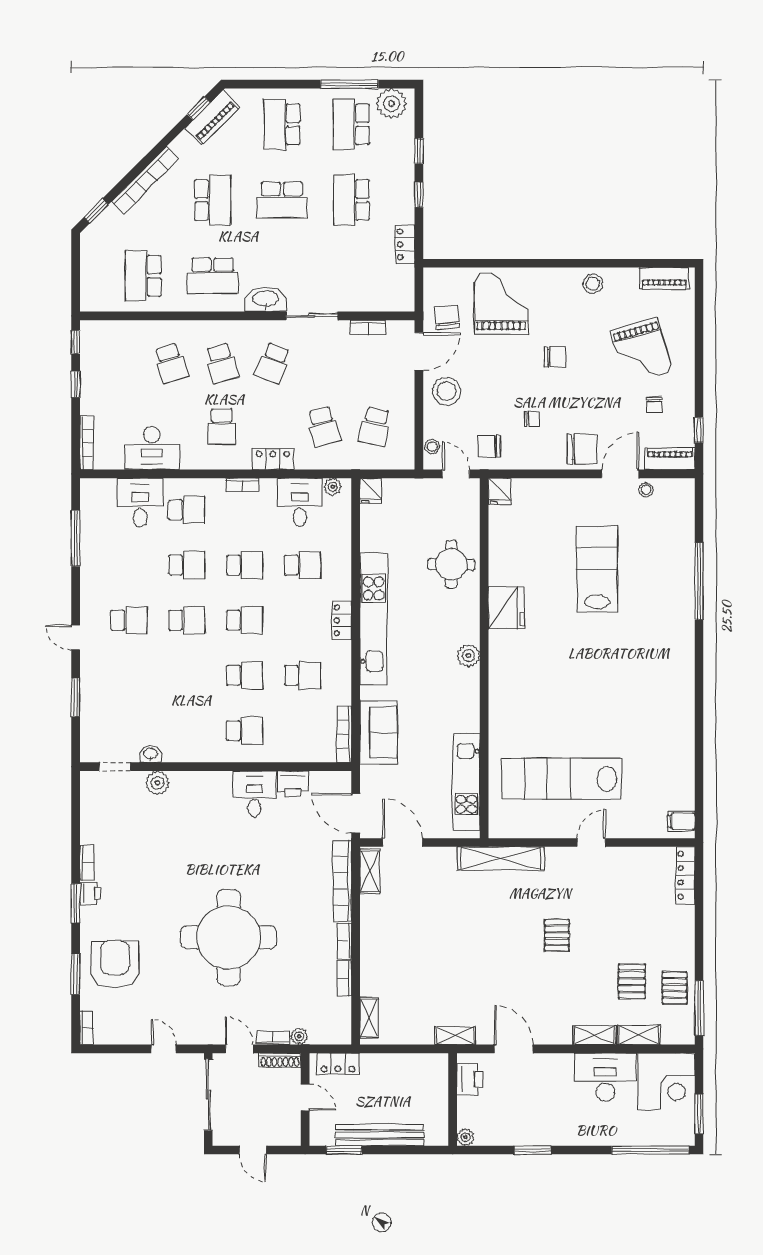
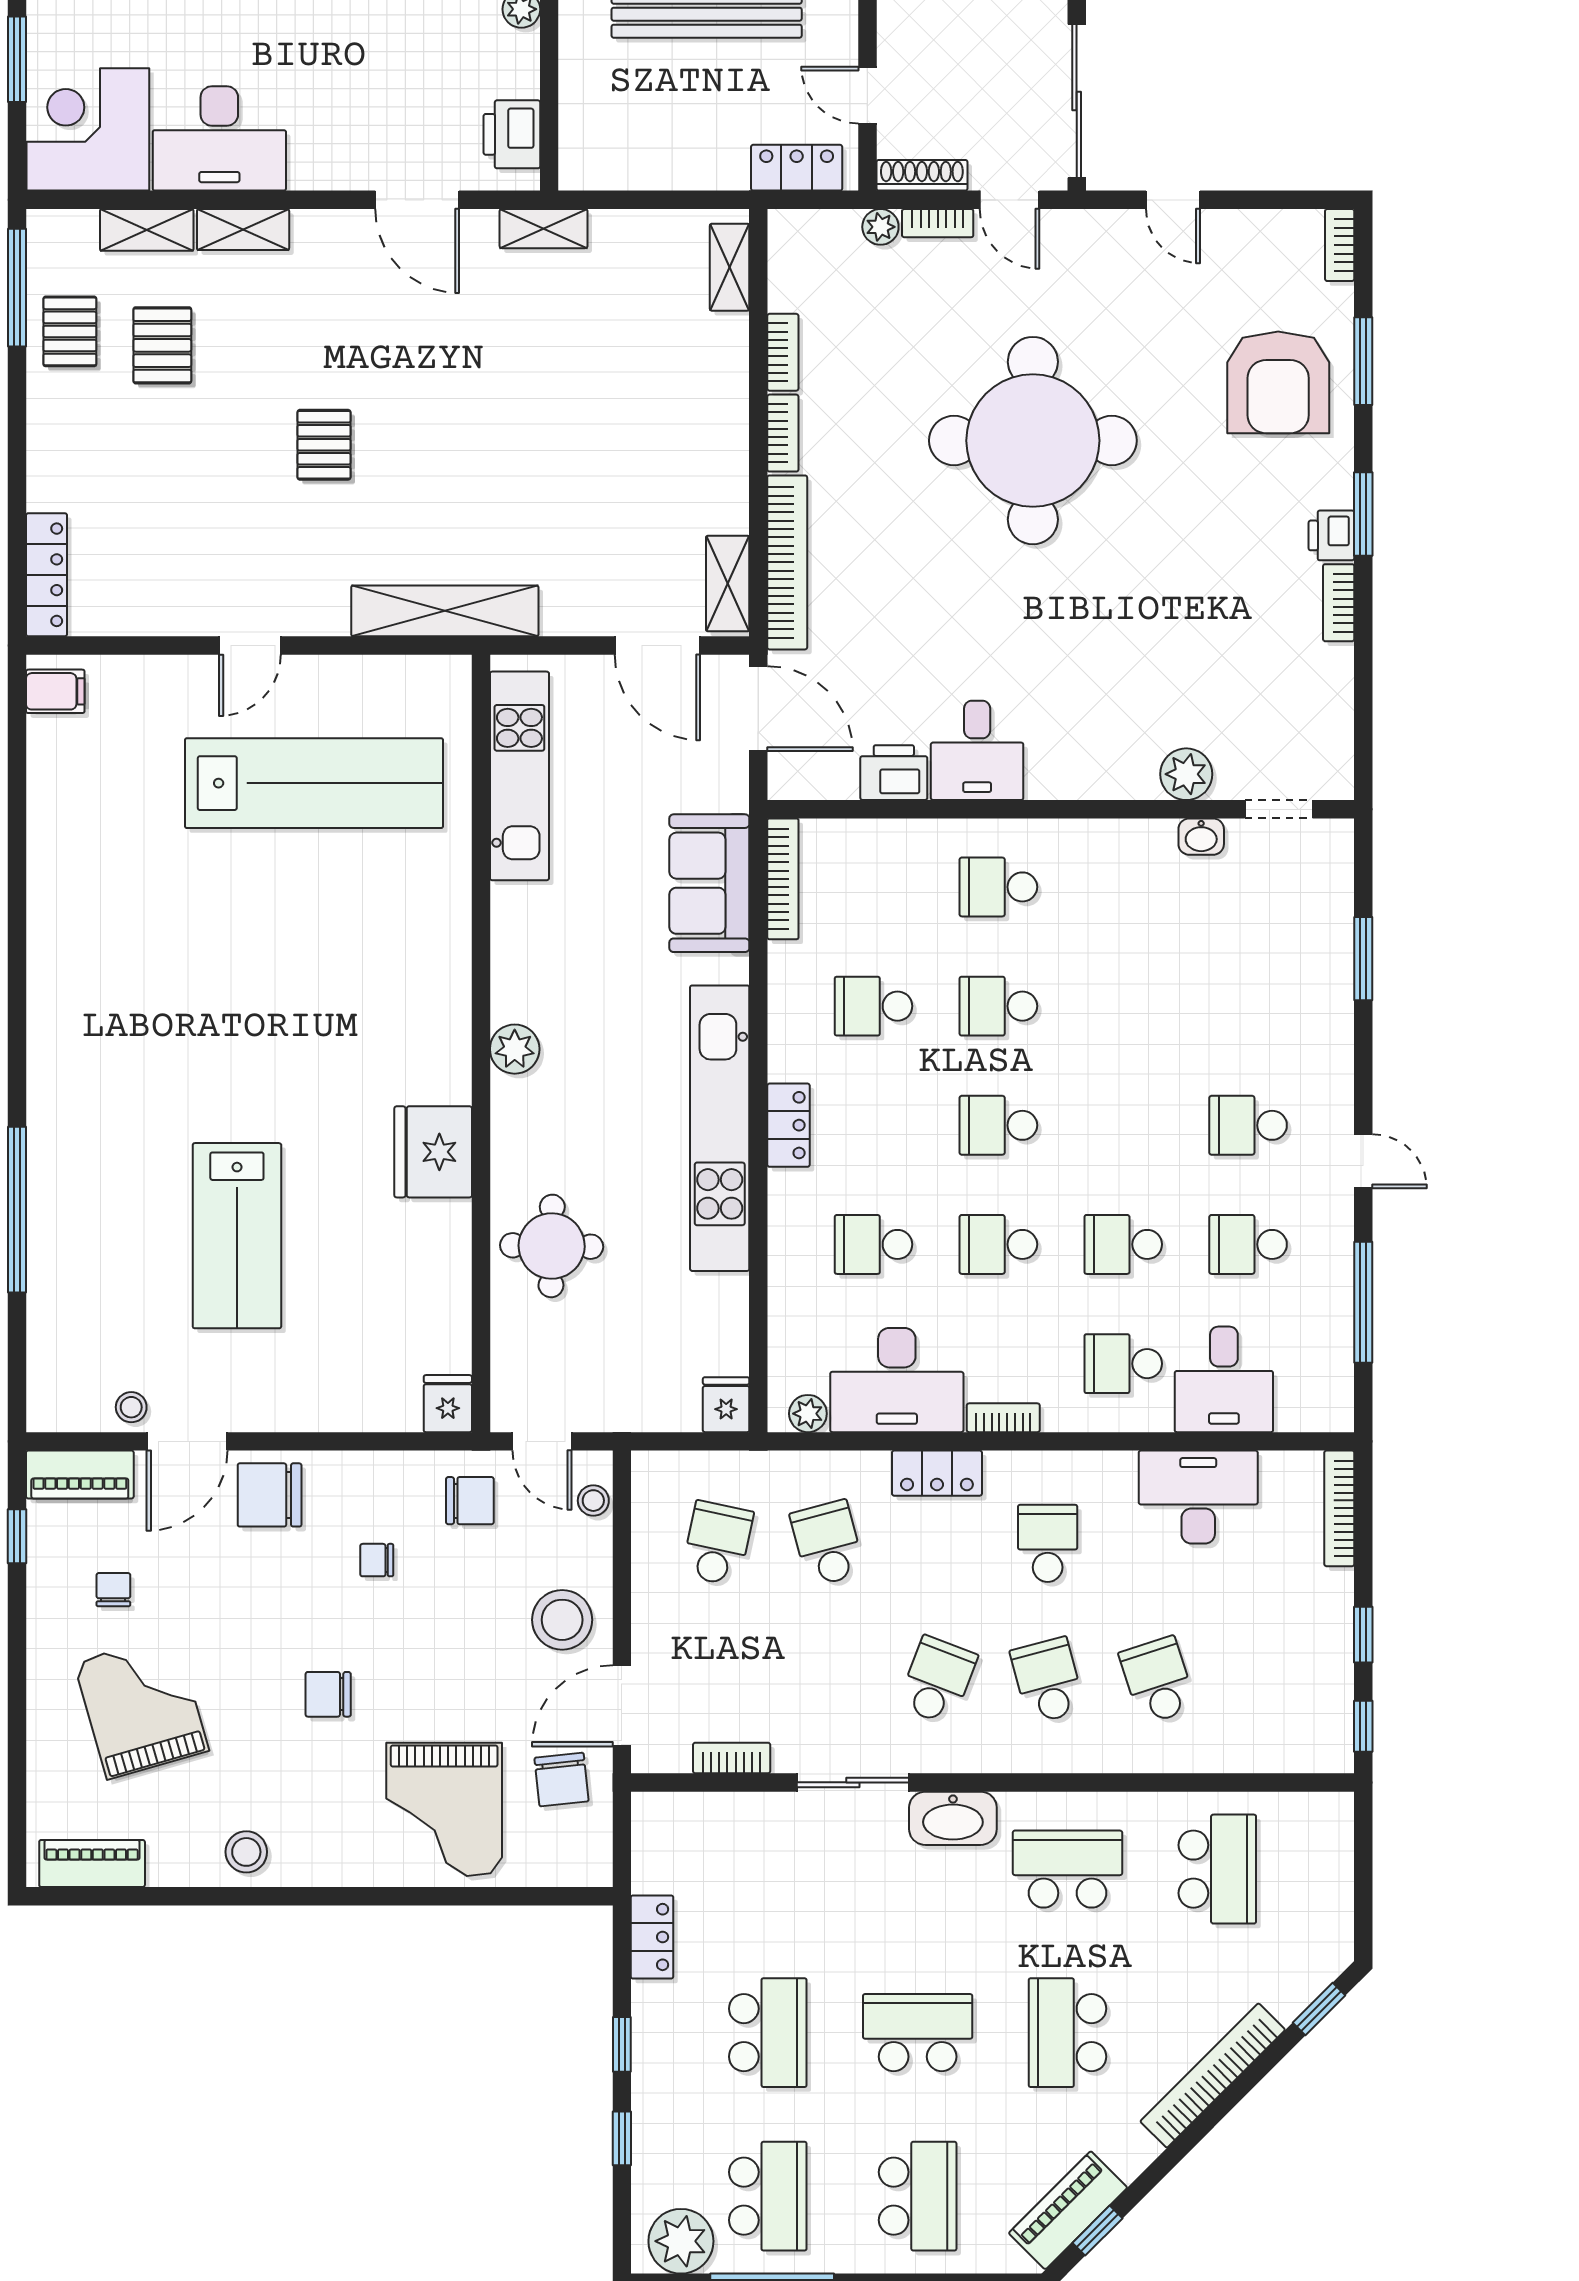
desk: (300, 502) -> (897, 1380), width x1.37
school desk: (187, 620) -> (1248, 1244), moved
door: (76, 638) -> (1363, 1161), moved

